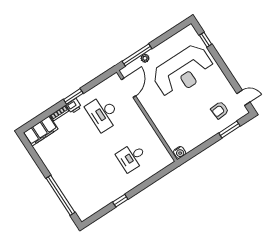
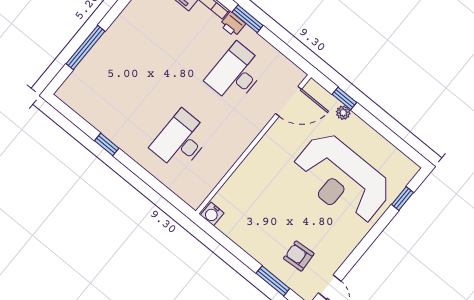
window: (137, 55) -> (344, 98), width x0.46
desk: (132, 157) -> (181, 141), width x1.37
window: (60, 195) -> (85, 48), width x0.68

